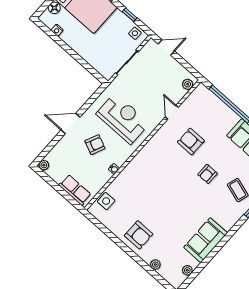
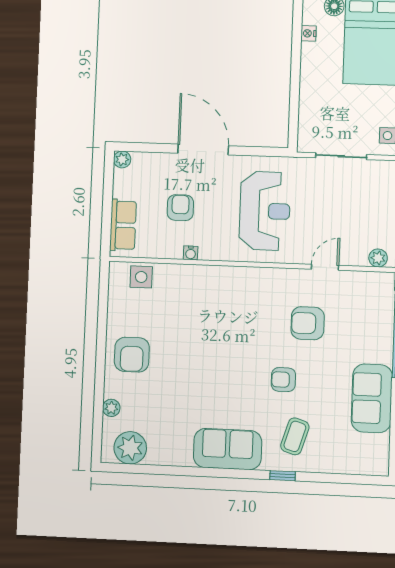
door: (71, 124) -> (203, 149), width x1.36
armchair: (191, 141) -> (308, 323), turned -90
armchair: (95, 145) -> (180, 208), moved, turned -114
sofa: (206, 240) -> (228, 449), moved
plant: (187, 270) -> (130, 448), width x1.87, depth x1.87

